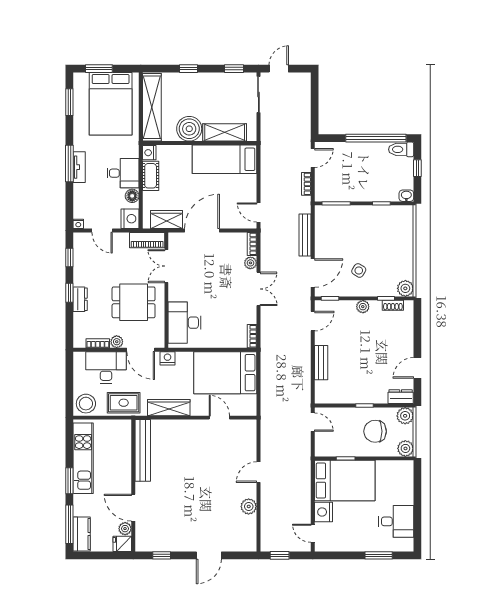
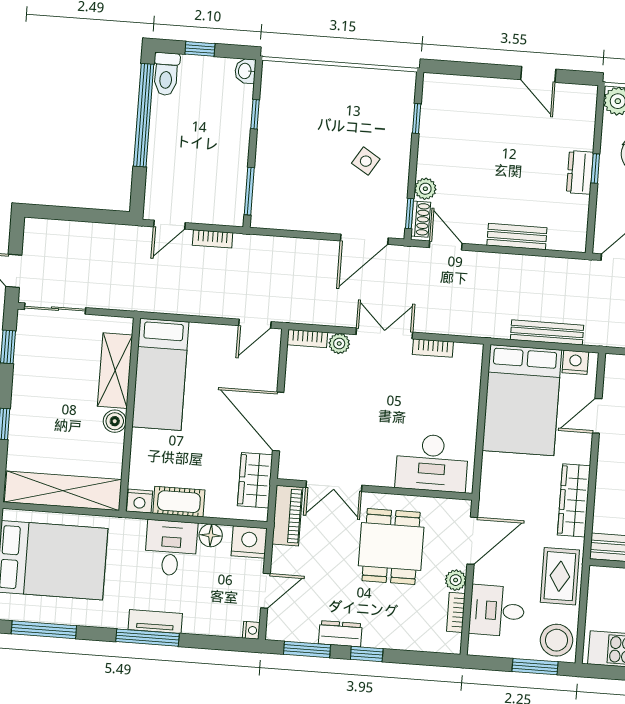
window: (69, 102) -> (44, 630), width x1.44
boiler: (189, 129) -> (115, 421), width x0.54, depth x0.54
door: (313, 158) -> (169, 225), swing flipped
bench: (305, 235) -> (547, 332), moved
window: (69, 257) -> (307, 650), width x1.50
door: (313, 273) -> (364, 239), swing flipped
plant: (405, 288) -> (402, 85), removed
dresser: (80, 299) -> (340, 634), moved
shoe rack: (393, 305) -> (421, 219), moved
plant: (363, 307) -> (425, 189), moved
bookcase: (252, 336) -> (433, 348), moved
nightstand: (167, 358) -> (575, 362), moved, turned 90
desk: (106, 367) -> (497, 611), width x0.73
window: (69, 392) -> (535, 667), added
dresser: (401, 397) -> (580, 172), moved

